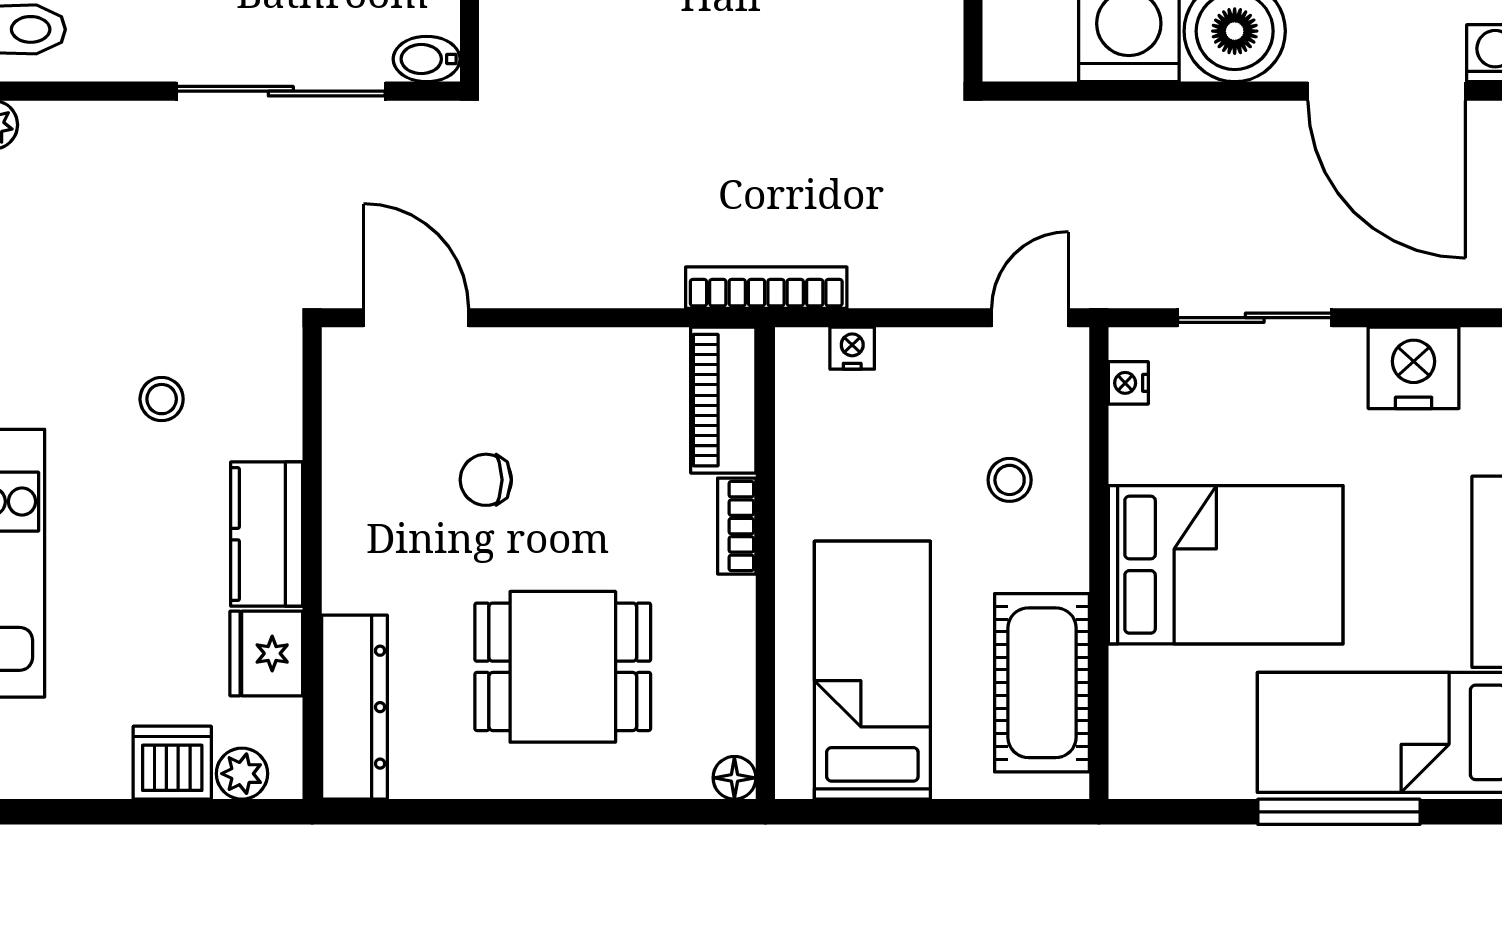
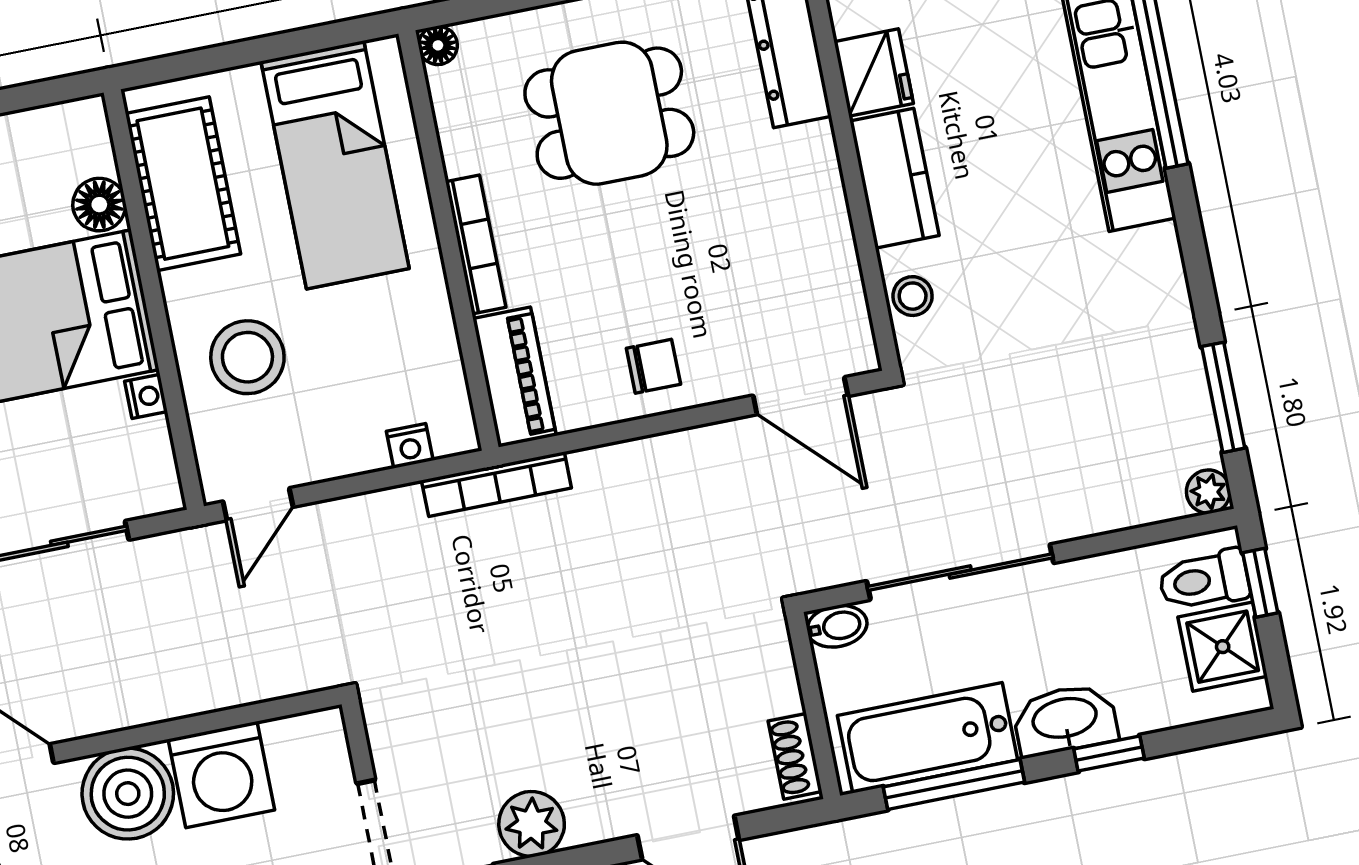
nightstand: (1128, 383) -> (146, 396), moved
stool: (162, 399) -> (913, 296), moved
chair: (486, 480) -> (653, 366), moved
stool: (1010, 480) -> (247, 357), width x1.89, depth x1.89
bookcase: (737, 526) -> (476, 244), width x1.56
floor lamp: (1138, 678) -> (99, 205), added

